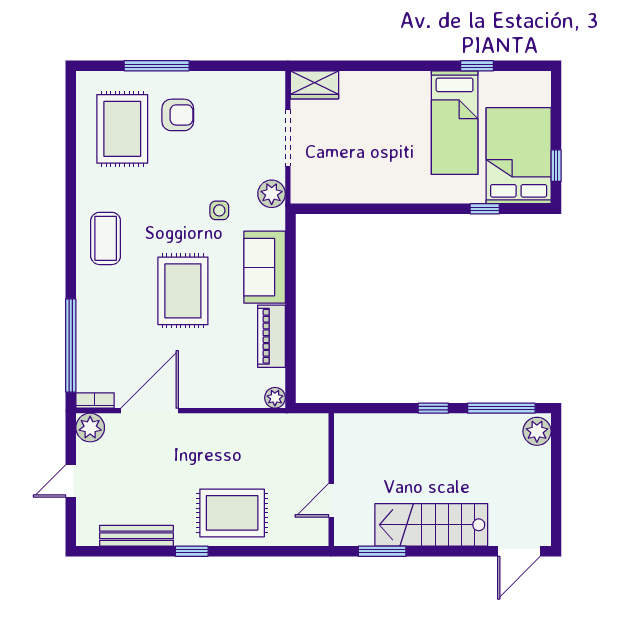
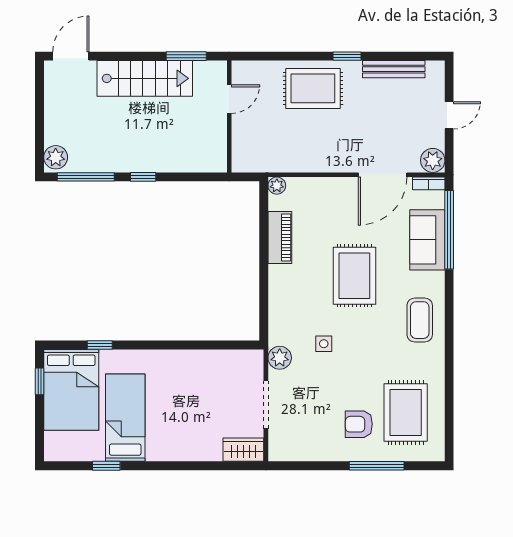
sofa: (265, 267) -> (427, 240), moved, turned 180

